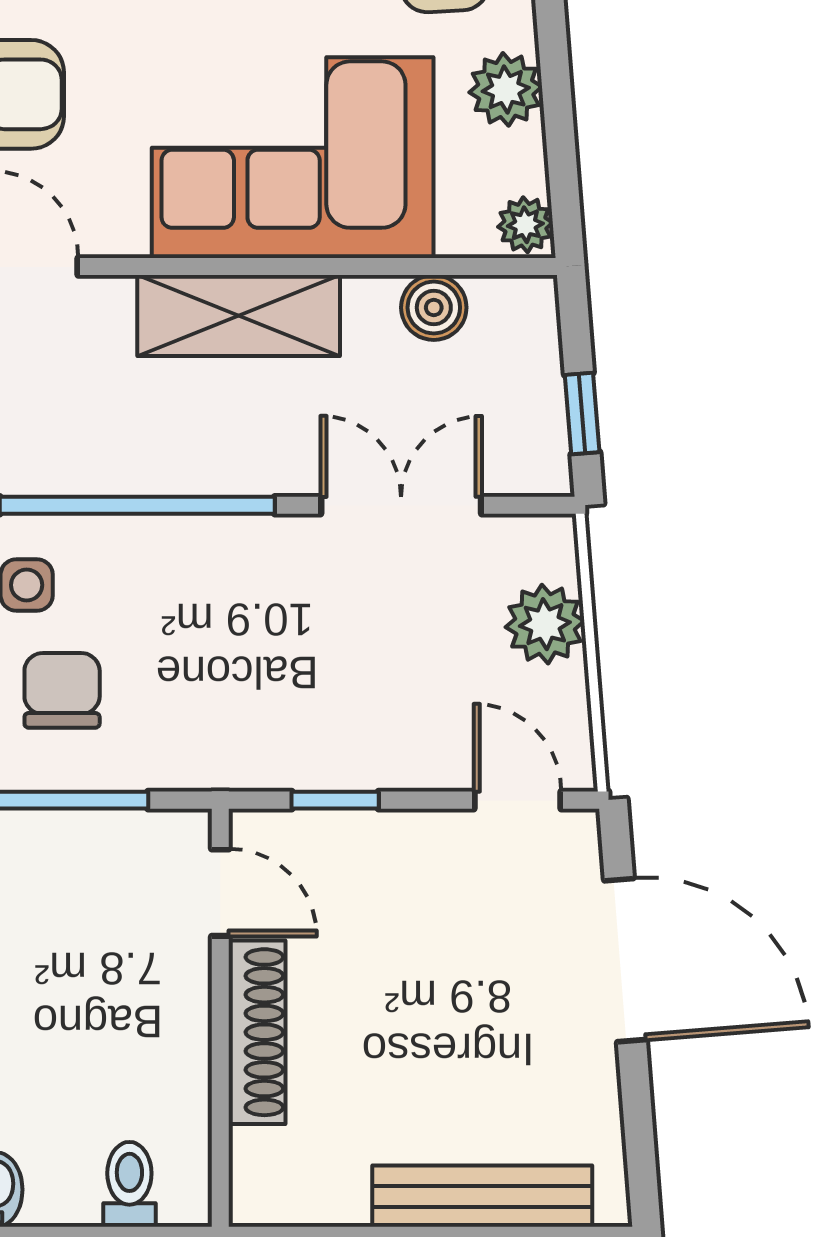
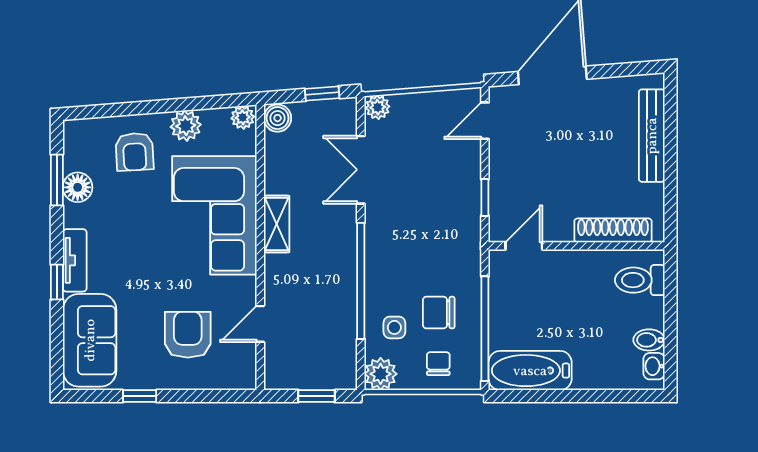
boiler: (434, 308) -> (278, 118), moved
shelving: (239, 315) -> (277, 224), width x0.67, depth x0.75
plant: (545, 624) -> (378, 107), moved, width x0.73, depth x0.73
shoe rack: (257, 1032) -> (613, 230), moved
toilet: (129, 1184) -> (640, 280), width x1.37, depth x1.39

